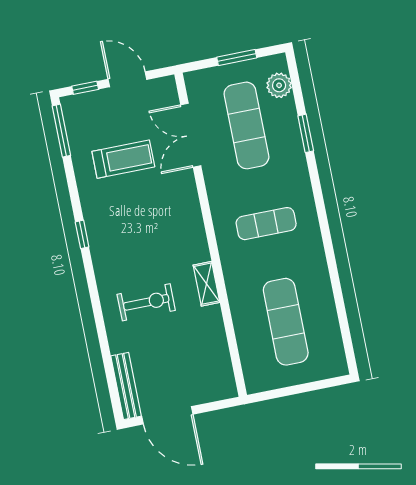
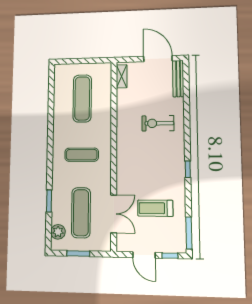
shelving: (206, 284) -> (122, 76), moved

